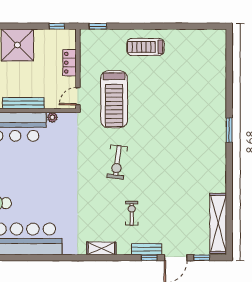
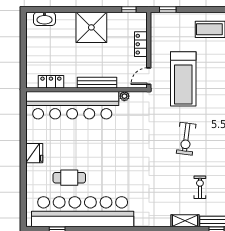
shelving: (101, 248) -> (185, 221), moved

